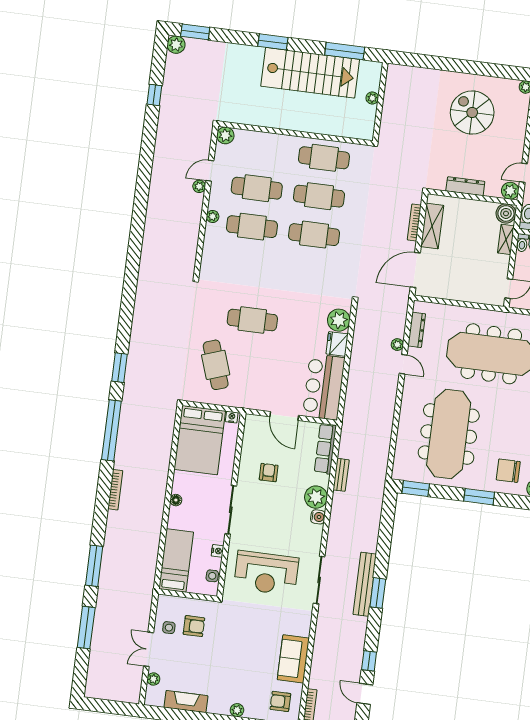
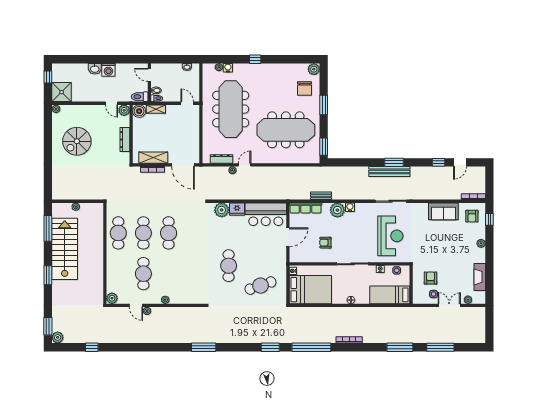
cafe table: (252, 227) -> (169, 274), removed
window: (133, 266) -> (204, 347), added
double door: (149, 649) -> (449, 305), swing flipped

